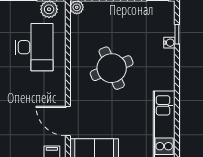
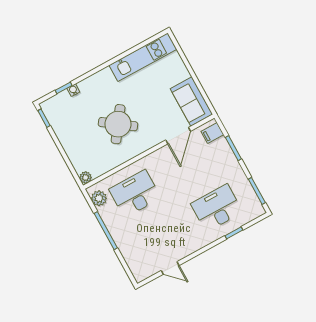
round table: (112, 68) -> (118, 124), turned -31

